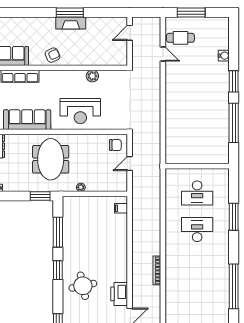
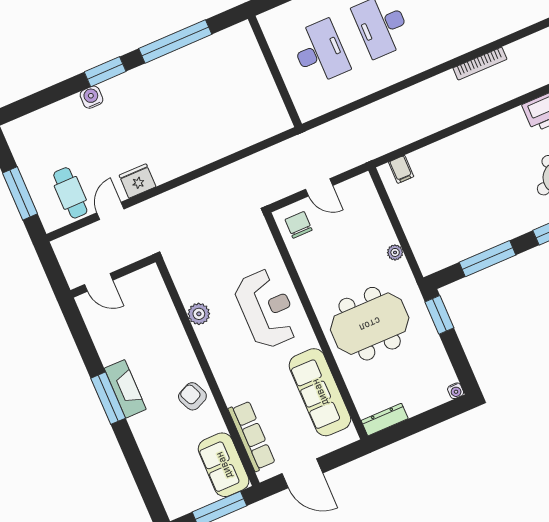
water cooler: (224, 56) -> (91, 97), moved
fridge: (172, 74) -> (138, 181), added

